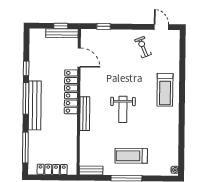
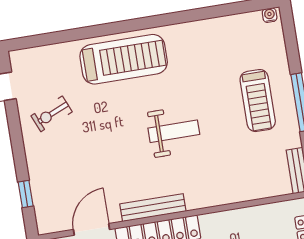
treadmill: (165, 90) -> (124, 59), width x1.37, depth x1.38
bench: (85, 114) -> (153, 208), moved

